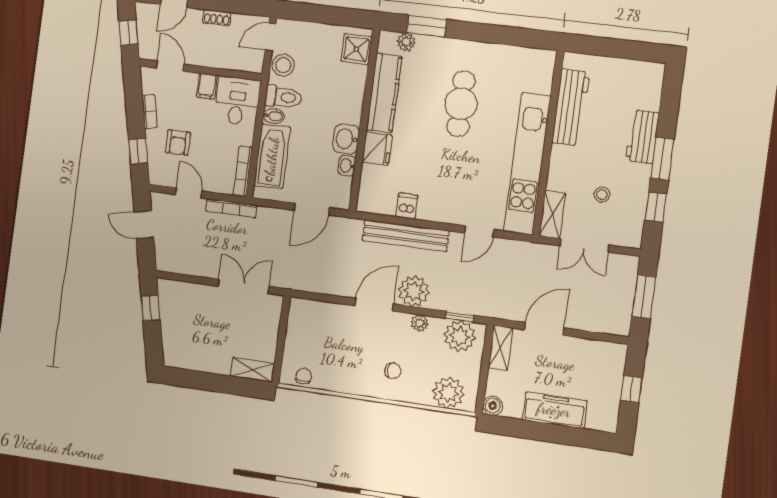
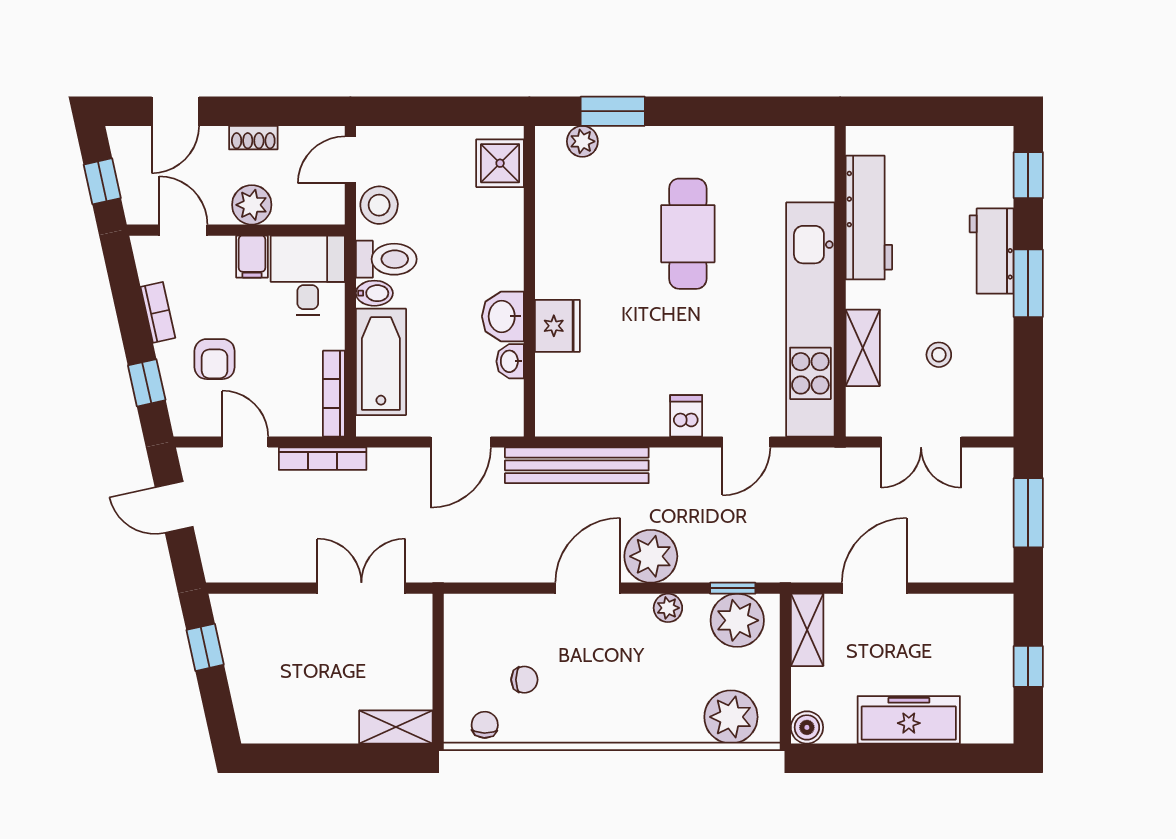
plant: (211, 56) -> (252, 205), added
kitchen counter: (384, 93) -> (557, 231), removed
dishwasher: (407, 206) -> (686, 416), moved
window: (656, 207) -> (1028, 175), moved
shelving: (552, 215) -> (863, 348), moved
bench: (406, 236) -> (577, 465), moved
chair: (393, 371) -> (524, 680), moved

